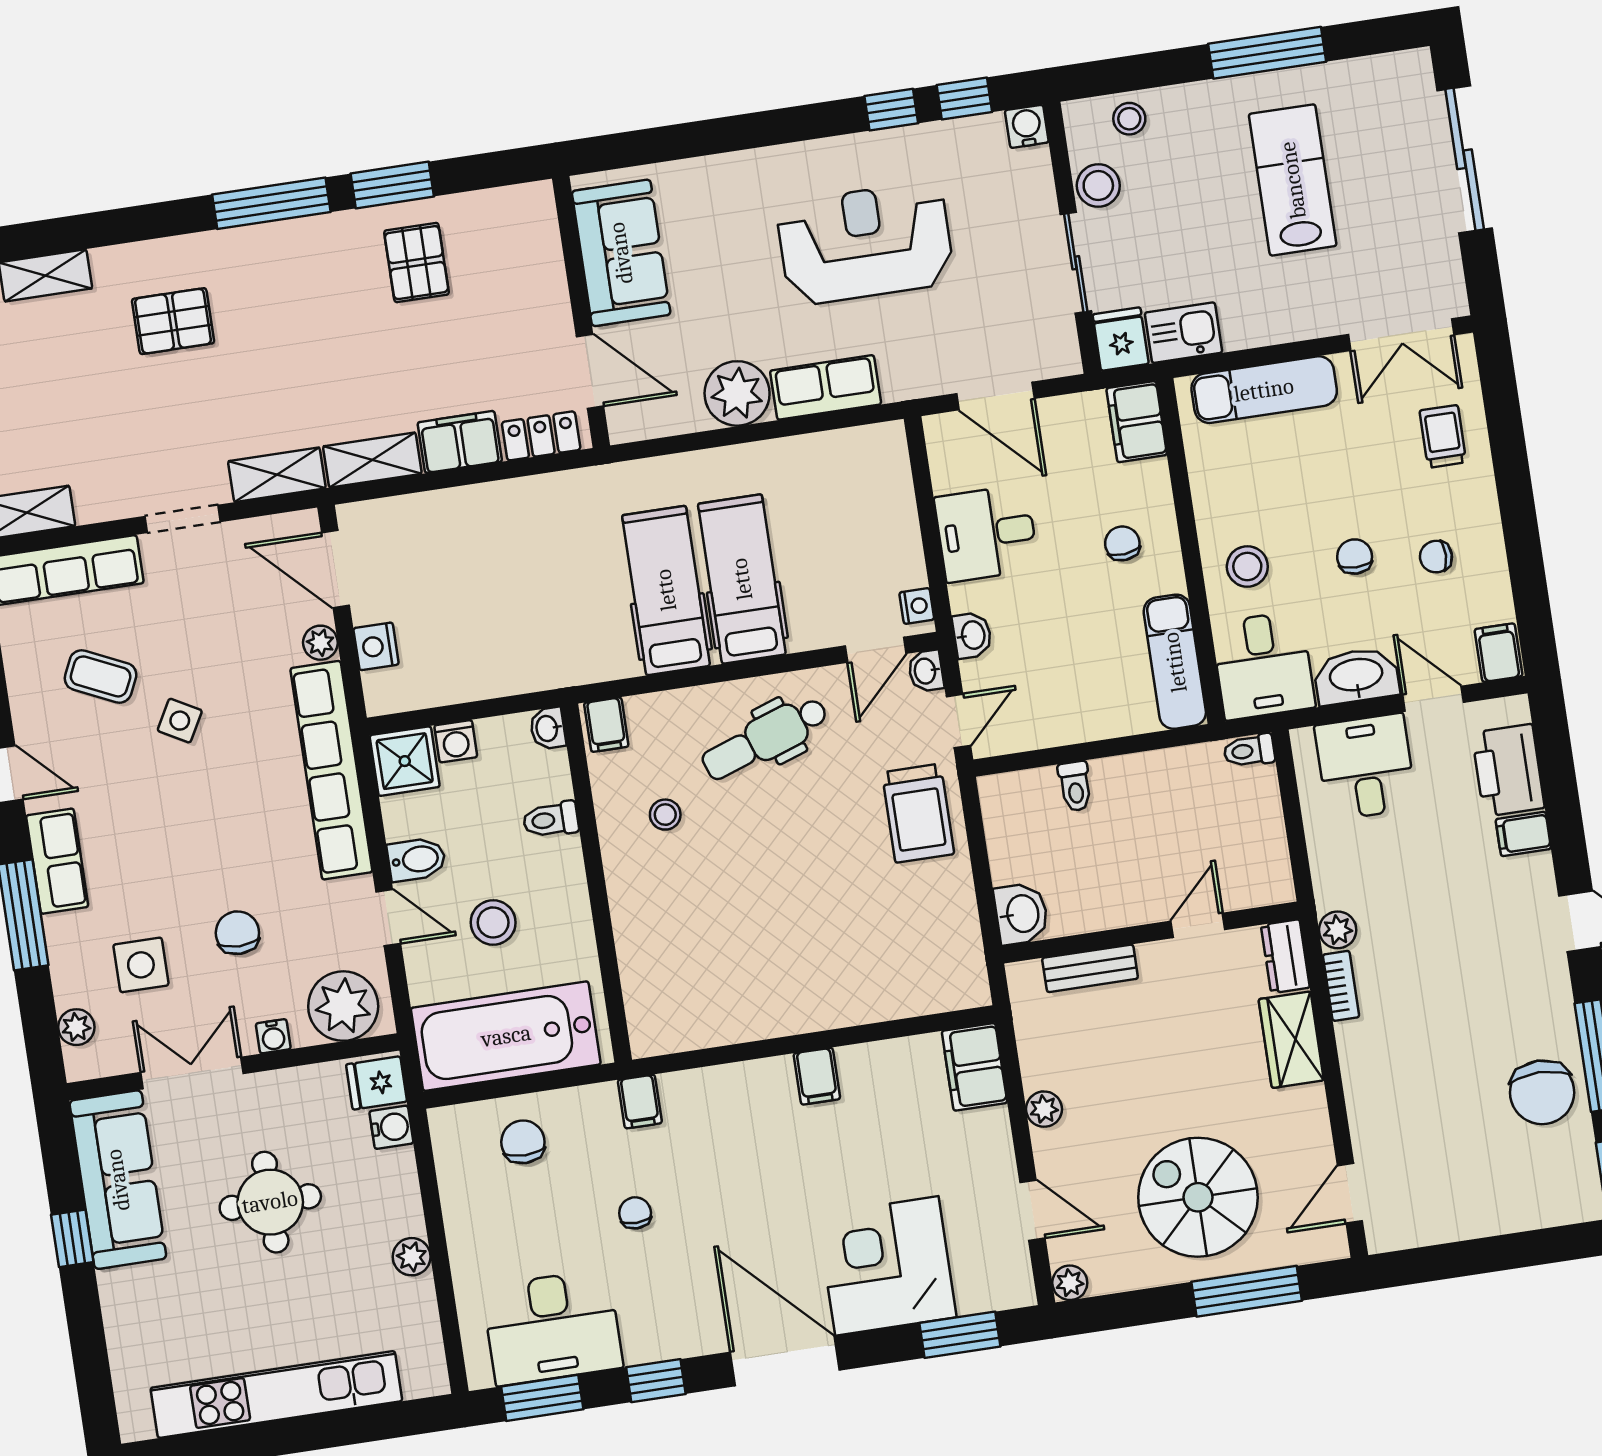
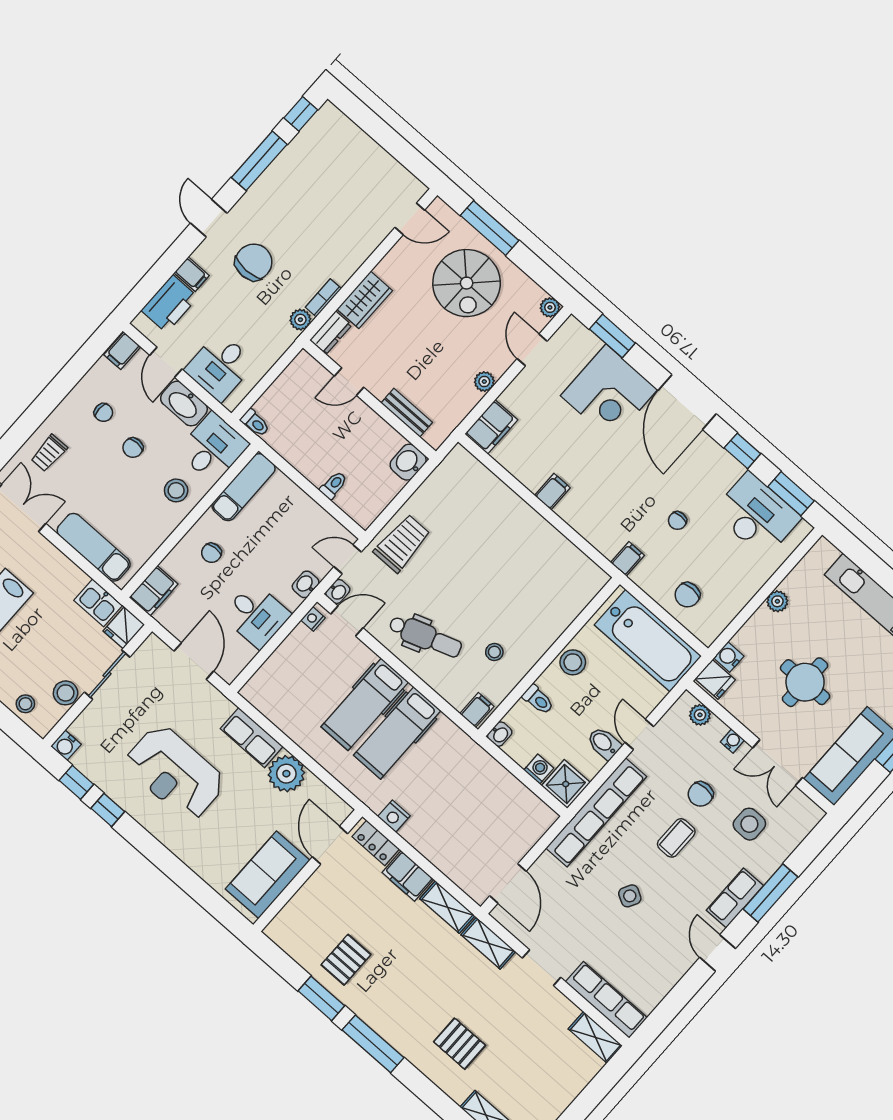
plant: (320, 643) -> (545, 863), removed
nightstand: (376, 646) -> (394, 816), moved, turned 90
coffee table: (101, 676) -> (676, 838), moved, turned 65
stool: (493, 922) -> (573, 662), moved
plant: (343, 1006) -> (700, 715), width x0.53, depth x0.53
plant: (76, 1027) -> (800, 829), removed
chair: (1542, 1092) -> (254, 262), moved

